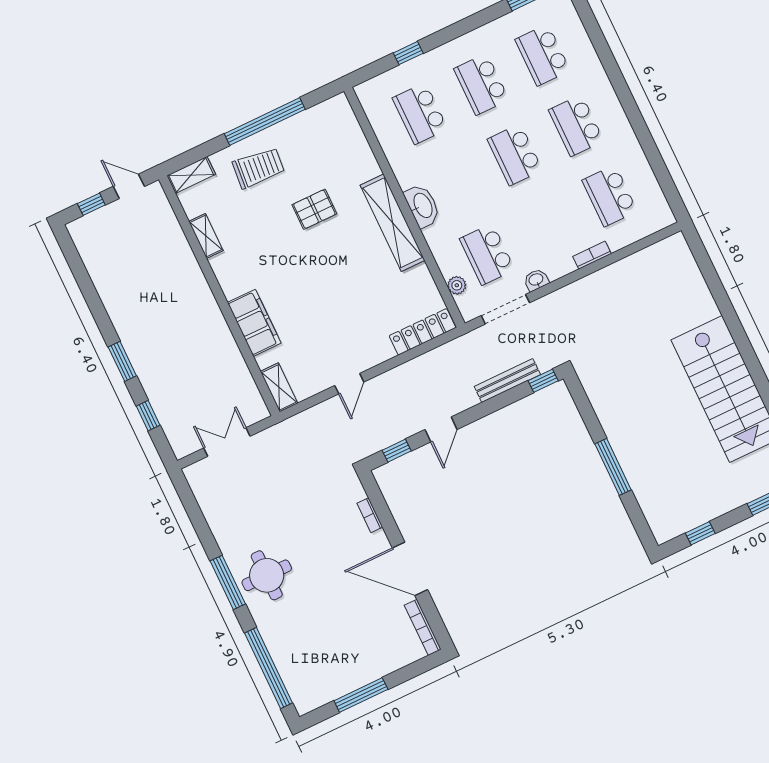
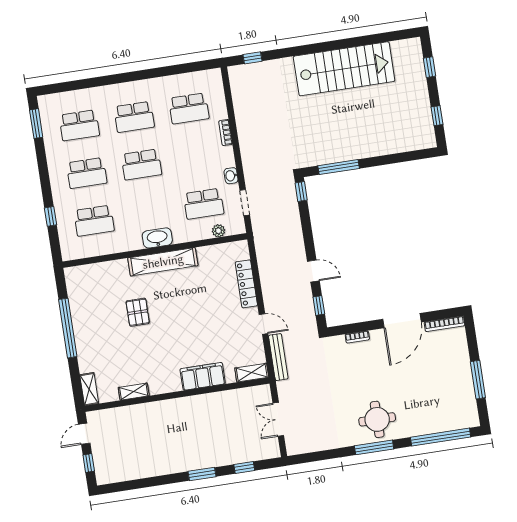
trolley: (258, 168) -> (98, 342), removed
window: (704, 261) -> (253, 58), added
doorway: (505, 309) -> (245, 203), width x0.73
locker: (422, 332) -> (246, 284), moved
bench: (507, 380) -> (278, 357), moved
window: (613, 467) -> (339, 167), moved

